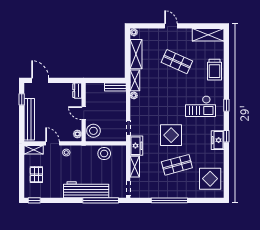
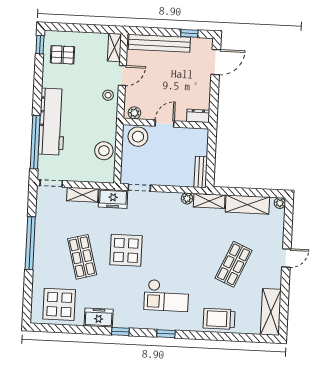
checkout: (200, 106) -> (166, 295), turned -90
freezer: (218, 140) -> (99, 318), moved
pallet: (36, 175) -> (62, 55), moved

